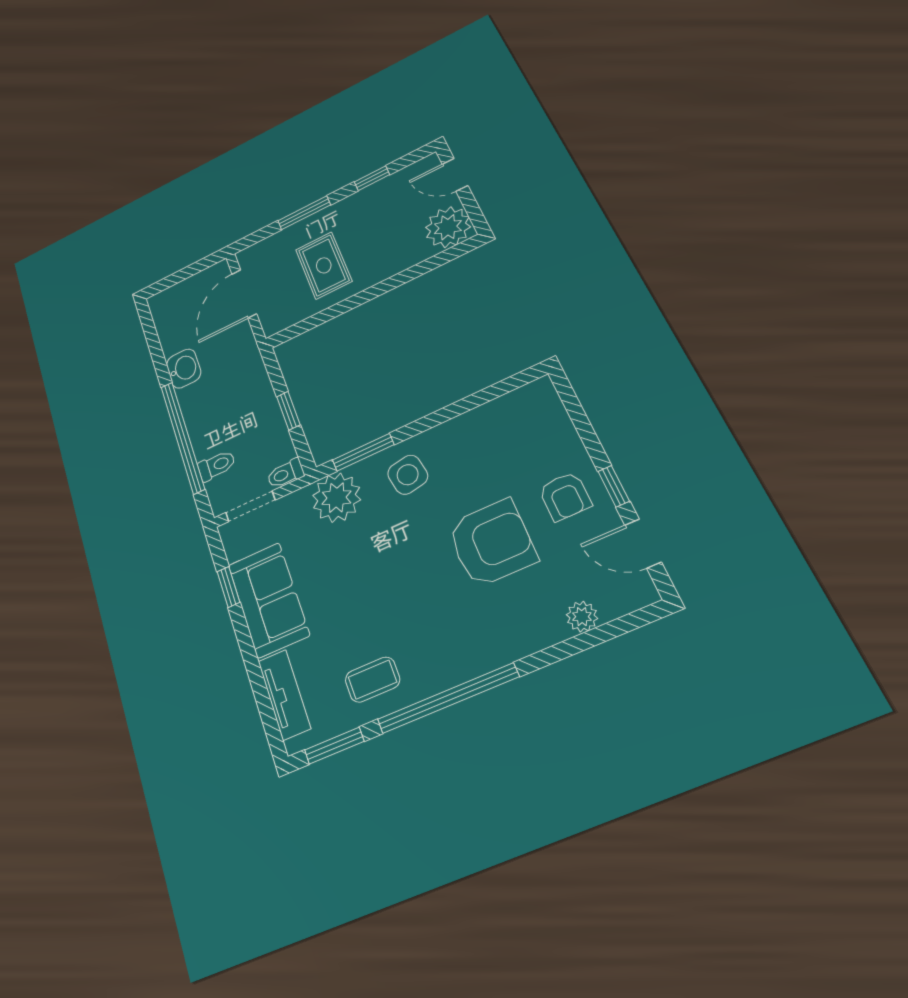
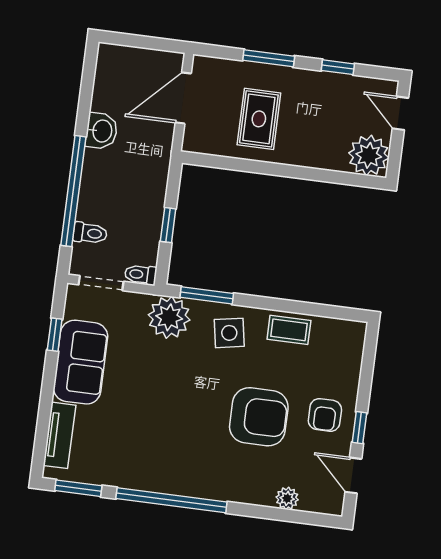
coffee table: (372, 680) -> (289, 330), moved

